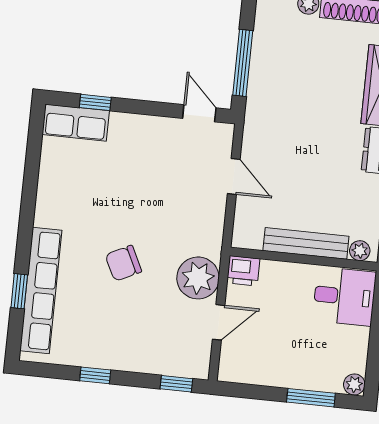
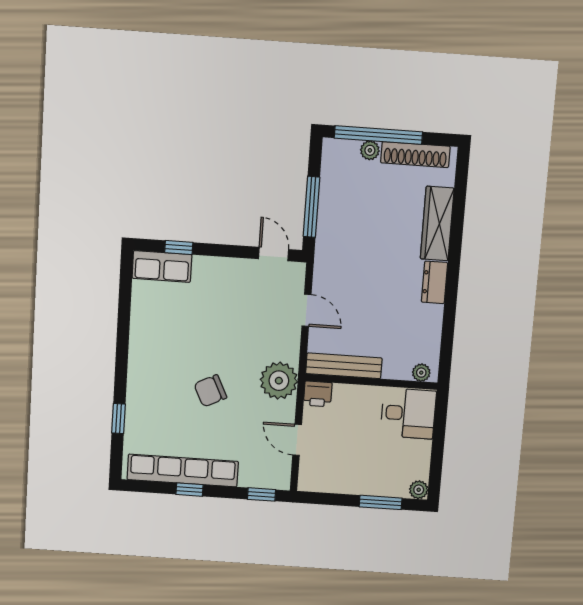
bench: (306, 243) -> (344, 366), moved
plant: (198, 278) -> (279, 381), moved
row of seats: (41, 291) -> (183, 470), moved, turned -90
door: (219, 322) -> (297, 440), swing flipped

